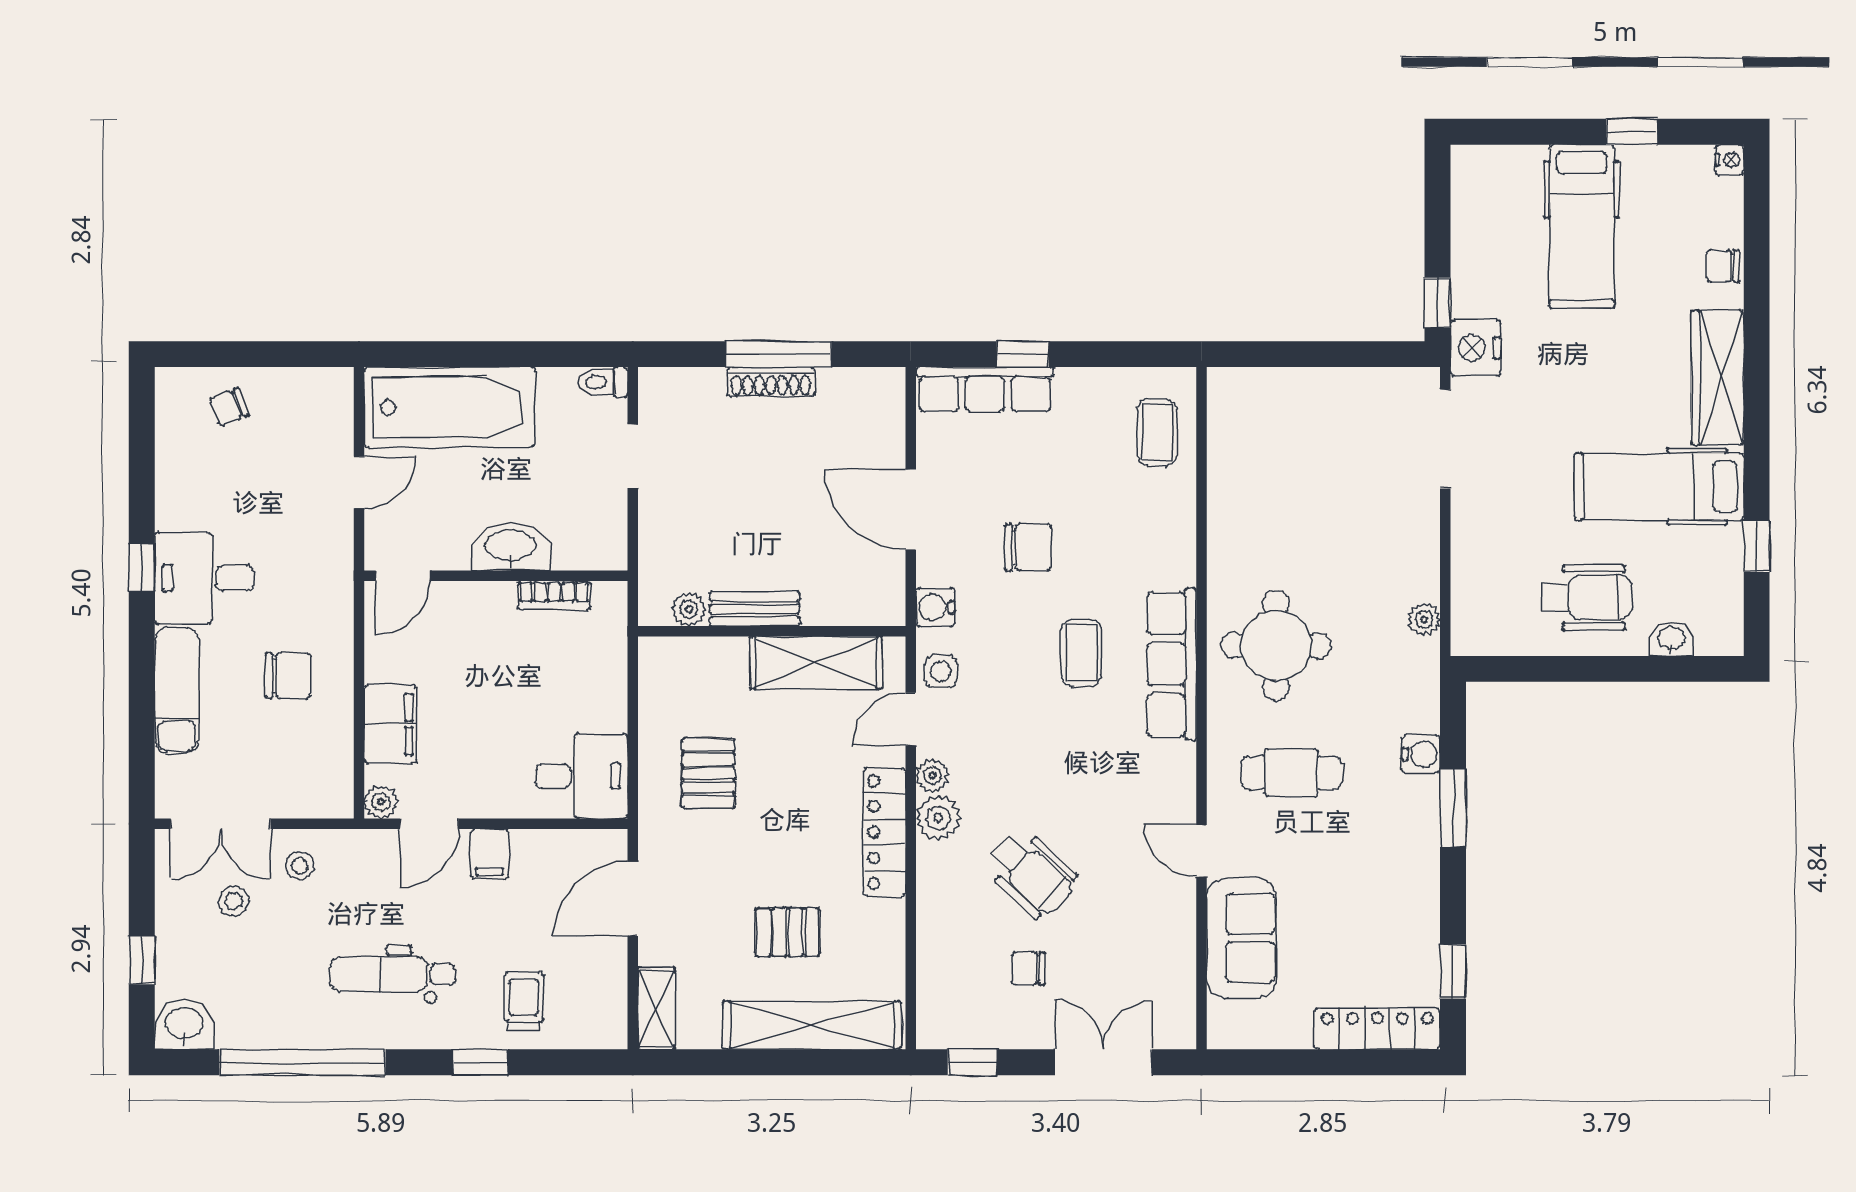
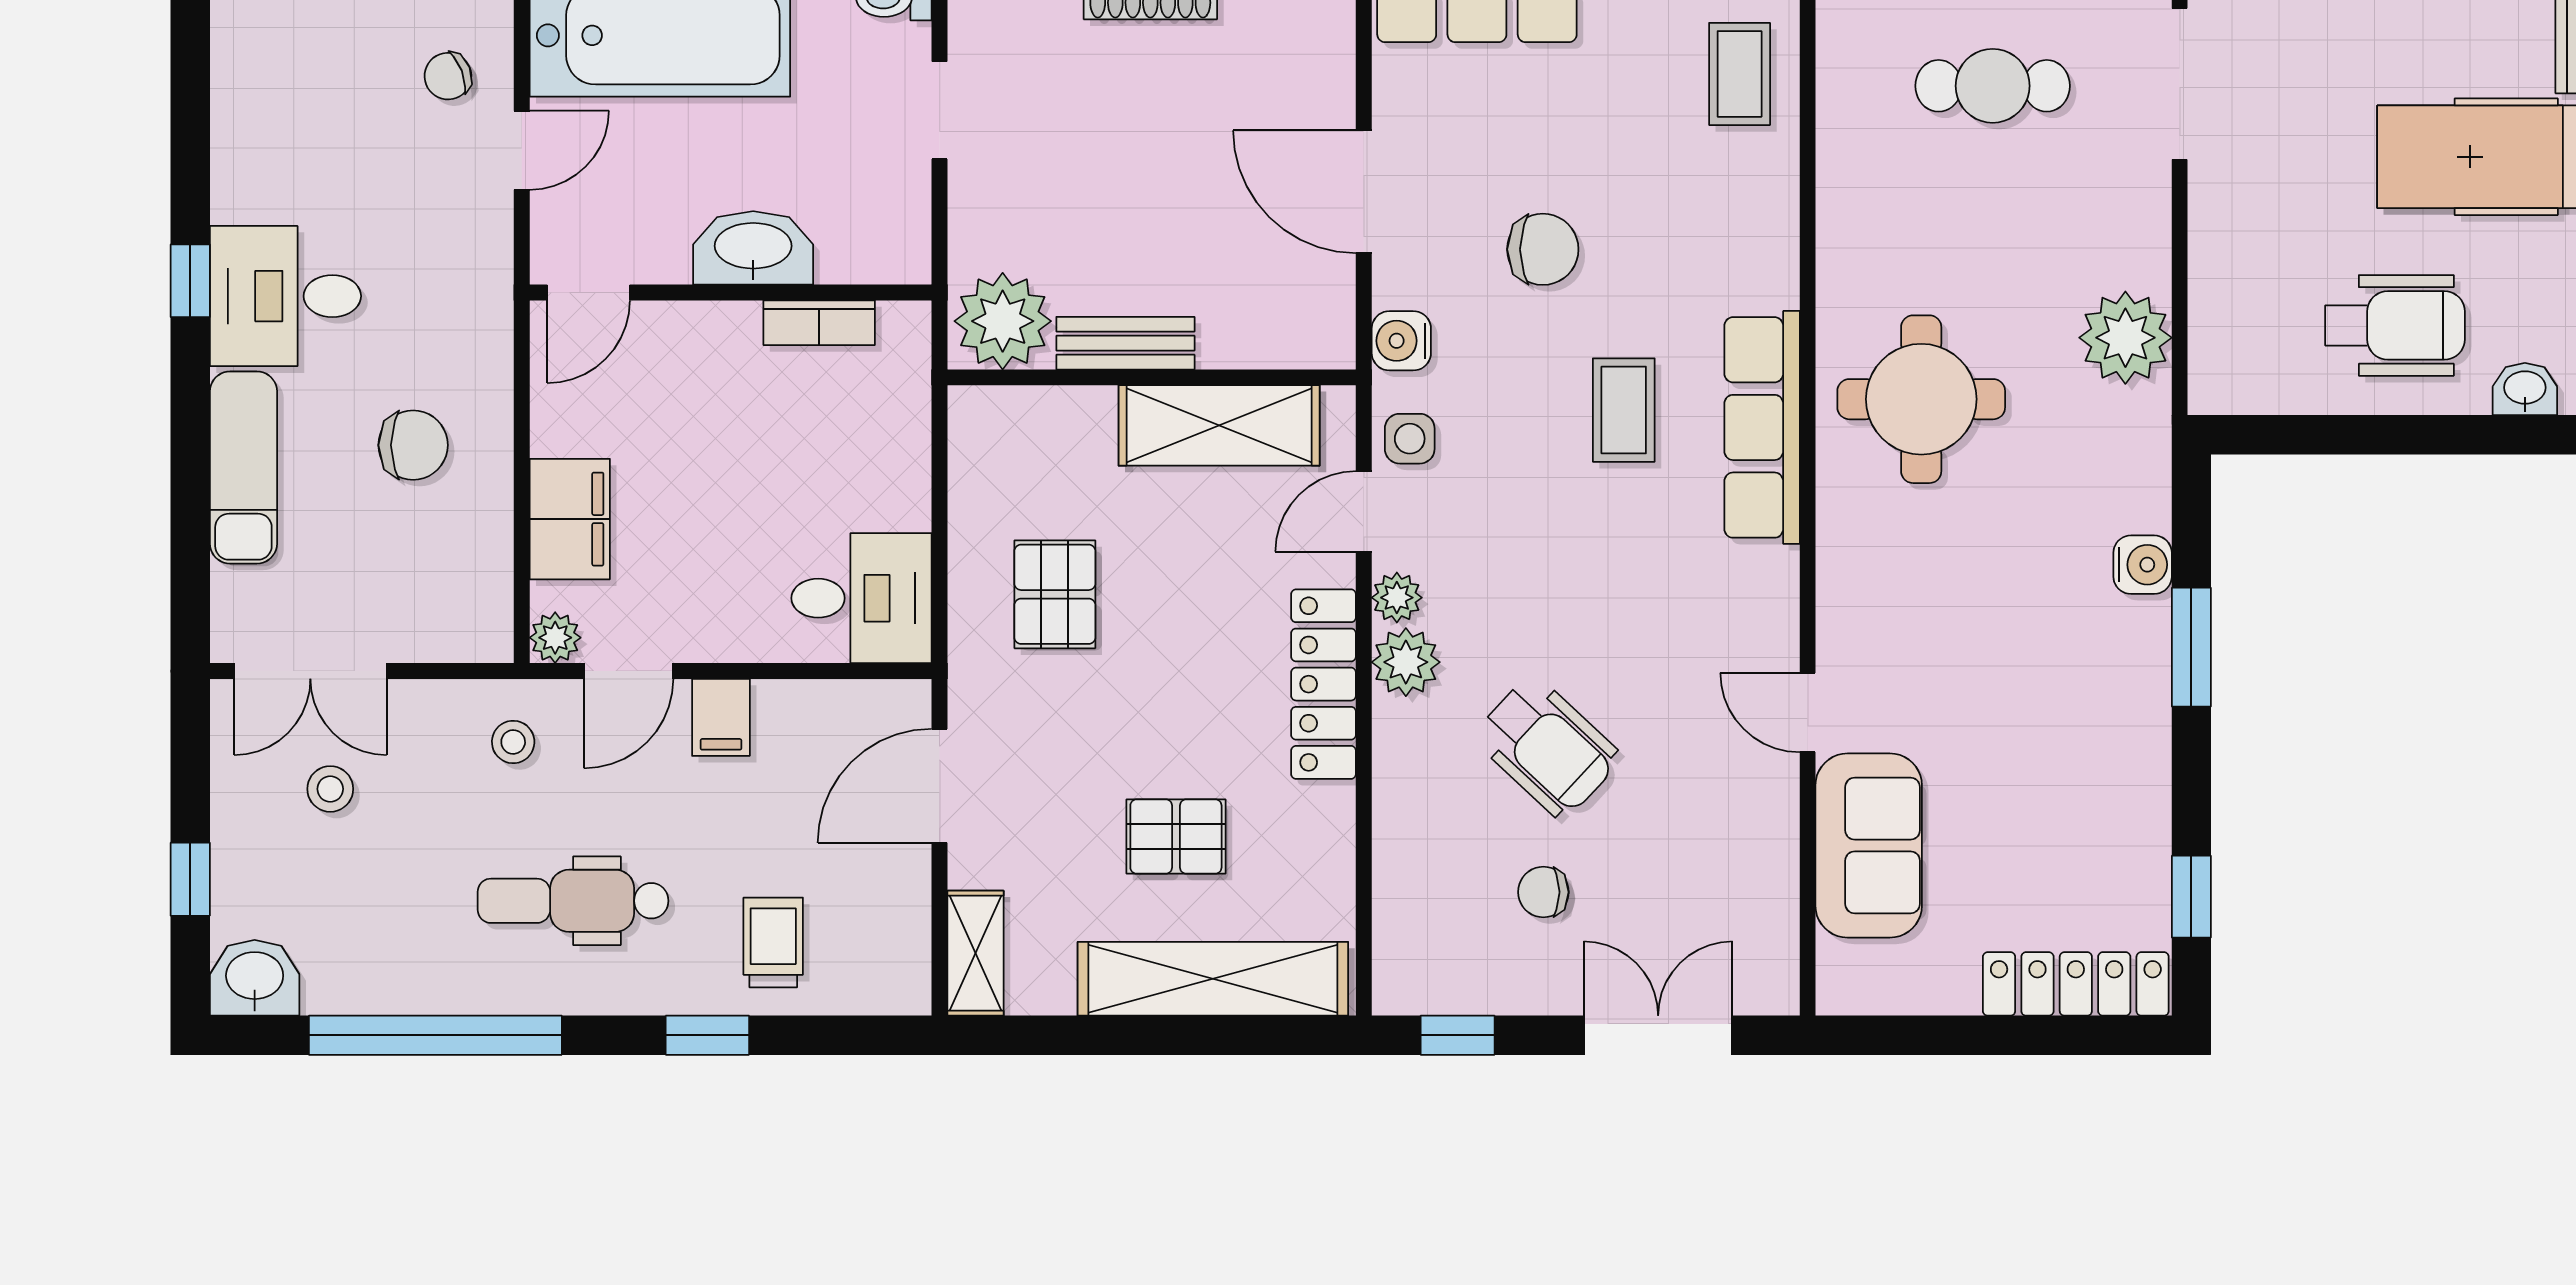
chair: (229, 407) -> (448, 76), moved
plant: (689, 609) -> (1003, 321), width x1.88, depth x1.88
plant: (1424, 619) -> (2125, 338), width x1.88, depth x1.88
cafe table: (1291, 773) -> (1993, 86), moved
stool: (300, 866) -> (513, 742), moved

